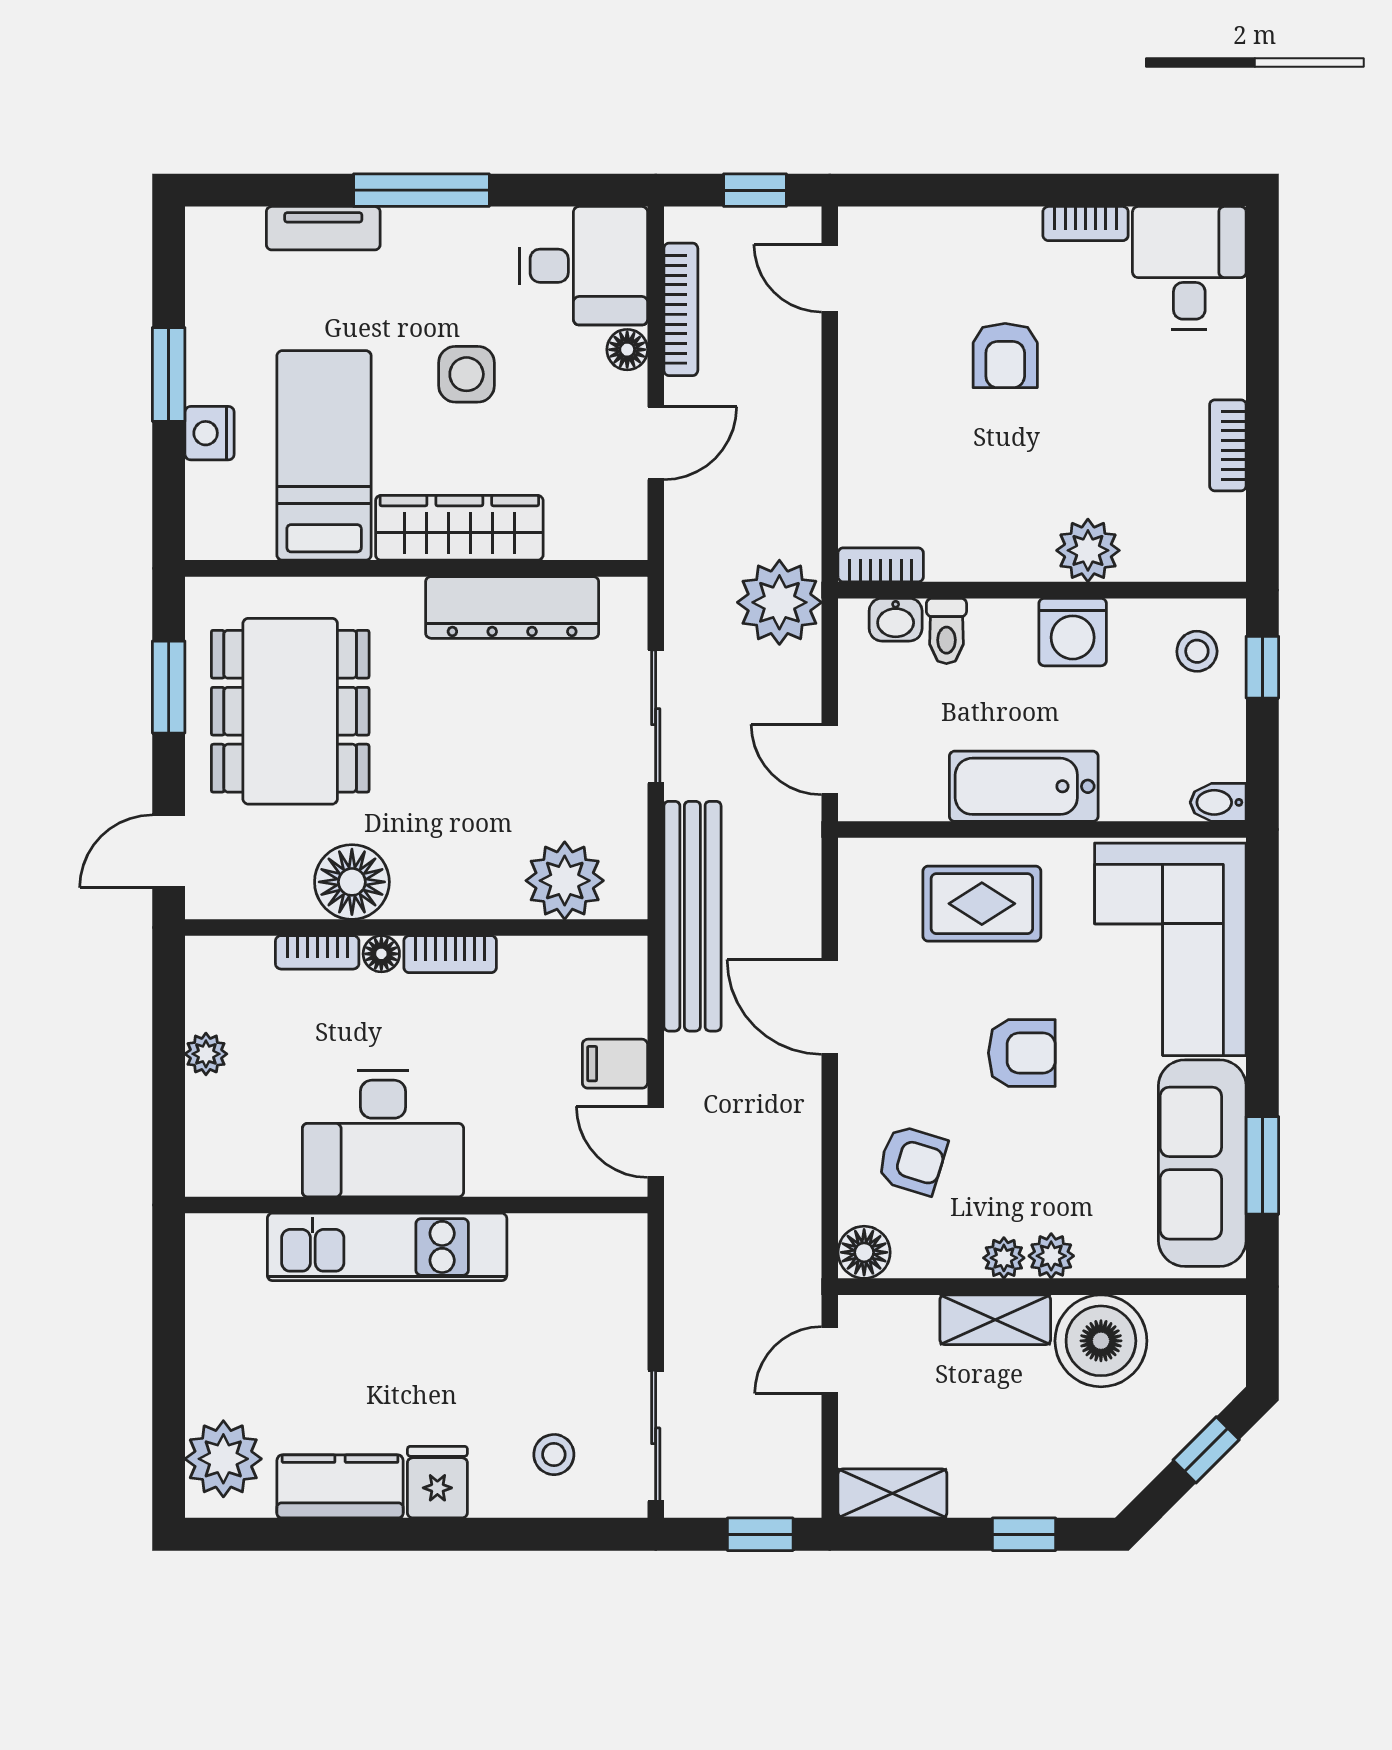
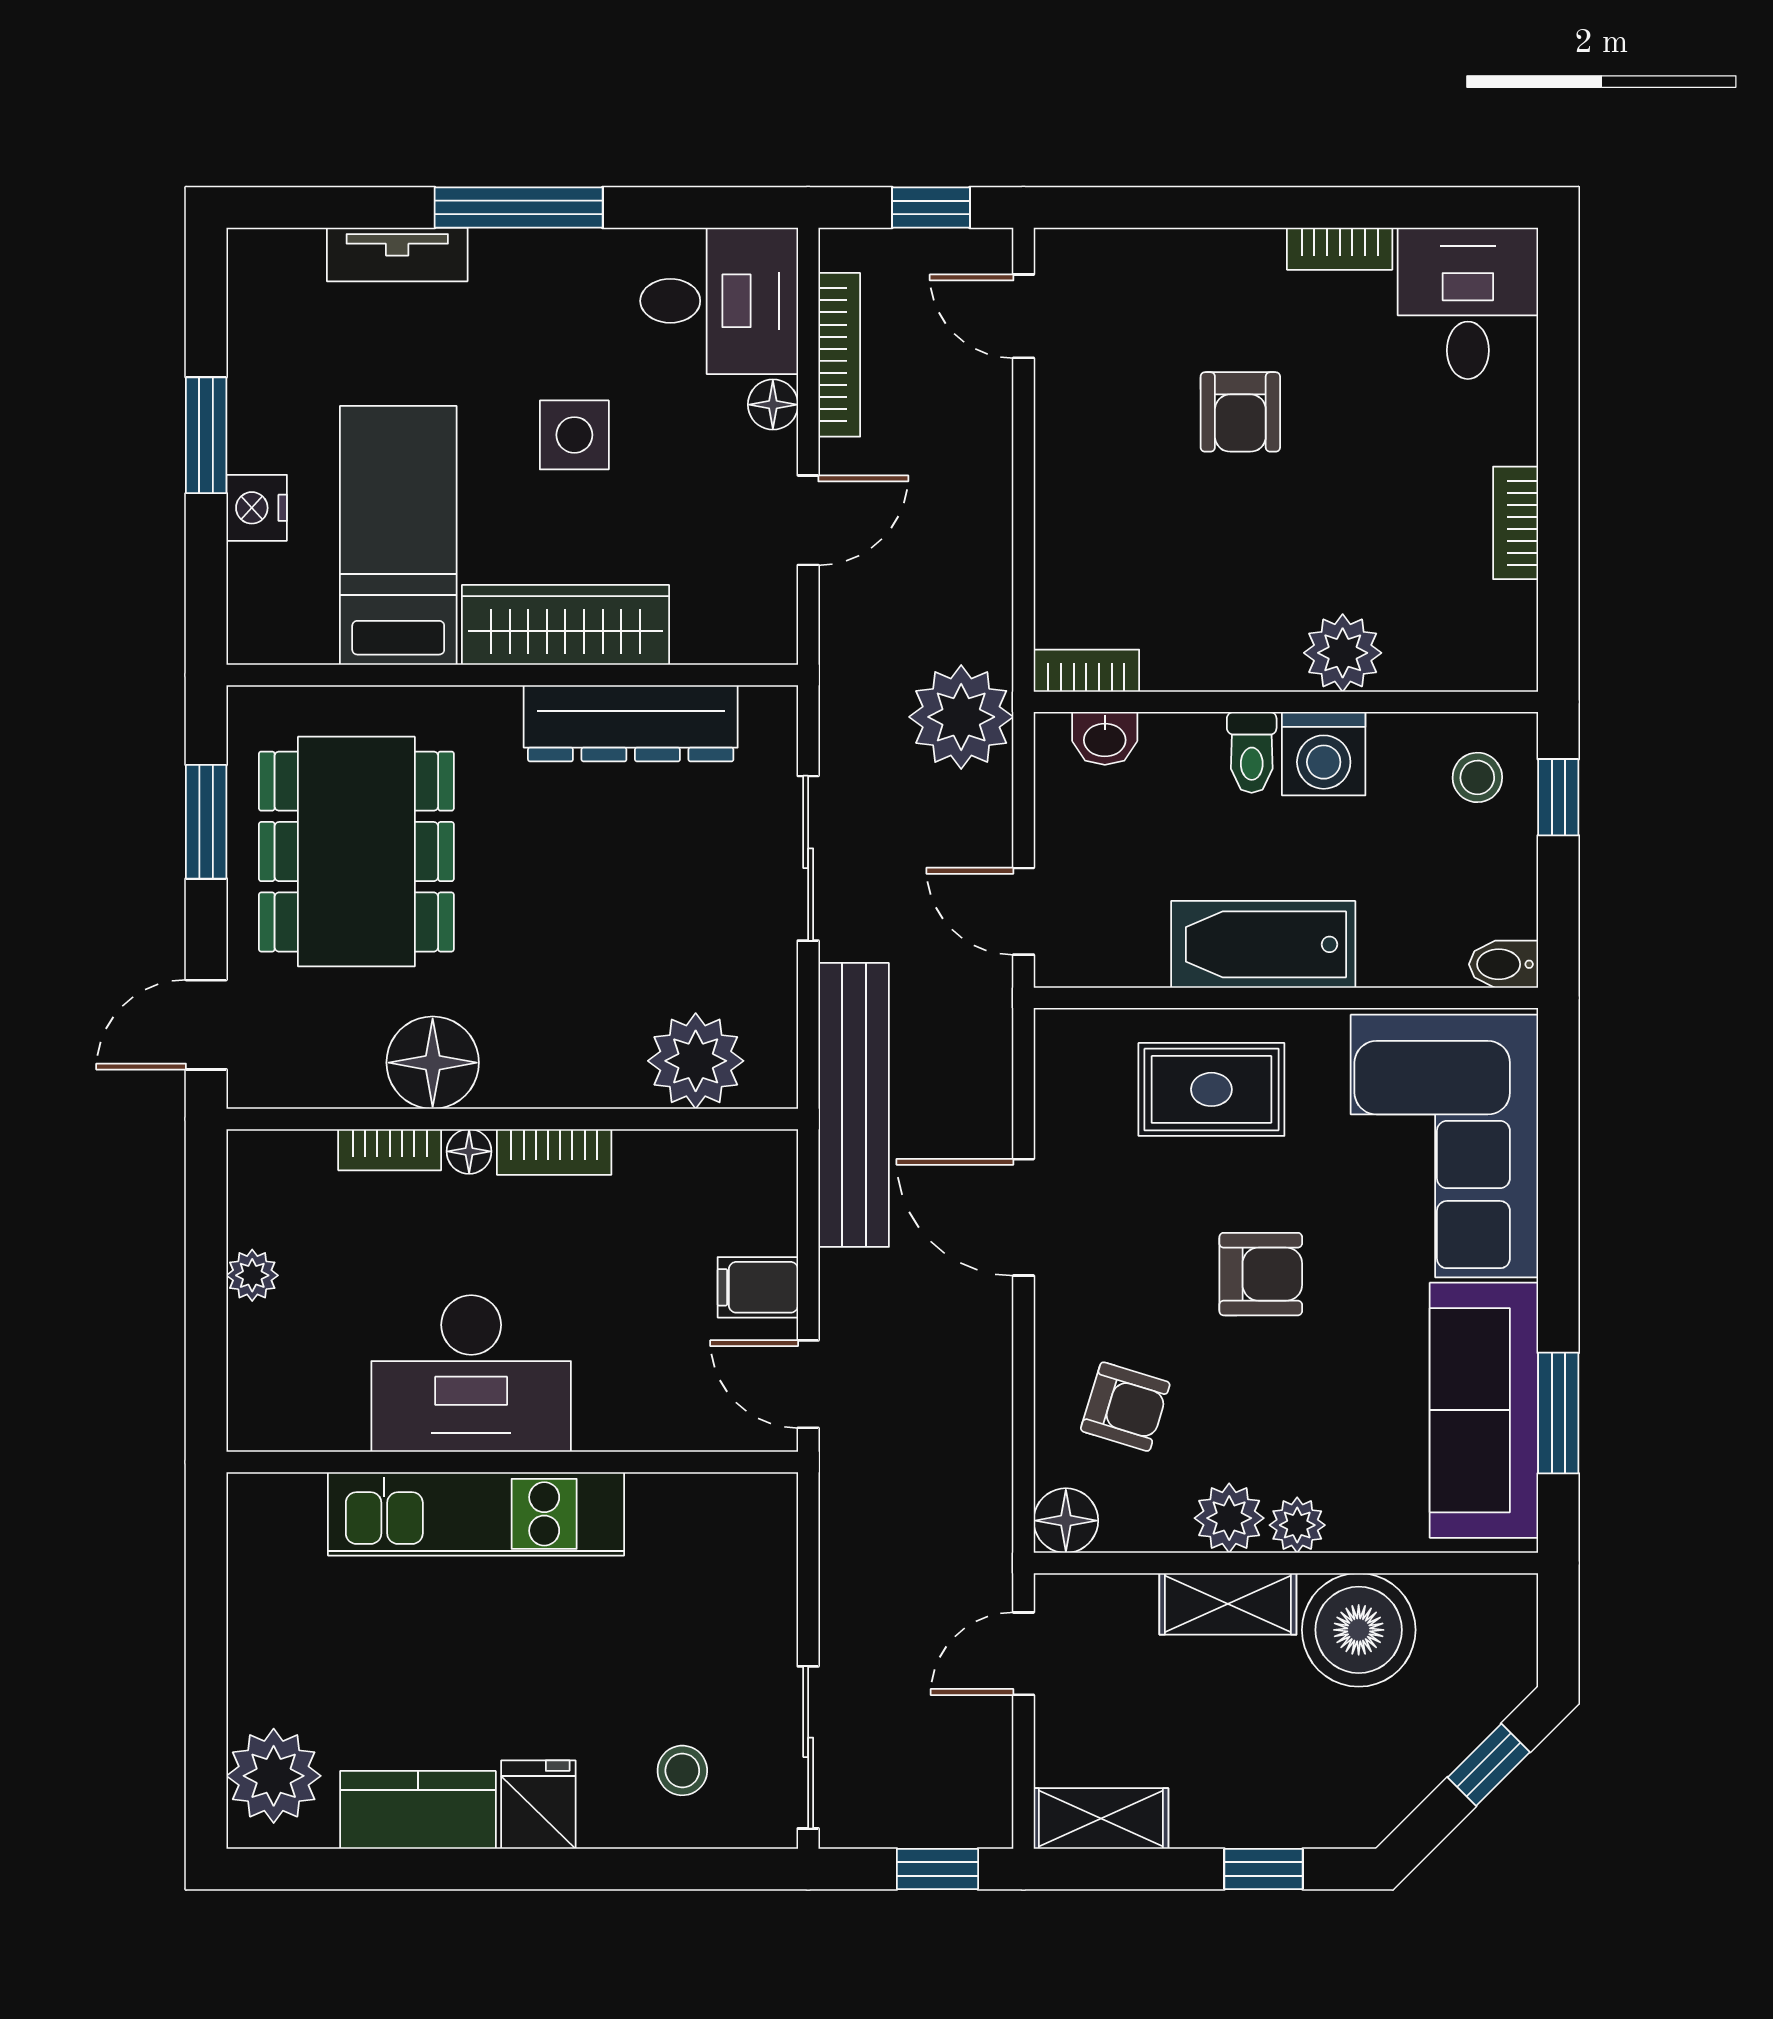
toilet: (946, 631) -> (1252, 752), moved
plant: (1004, 1258) -> (1229, 1518), width x1.38, depth x1.38

